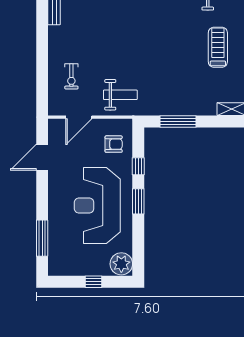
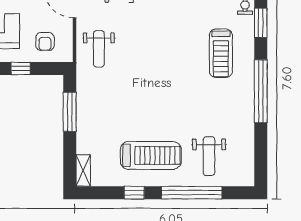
treadmill: (218, 47) -> (151, 155), width x1.37, depth x1.38

